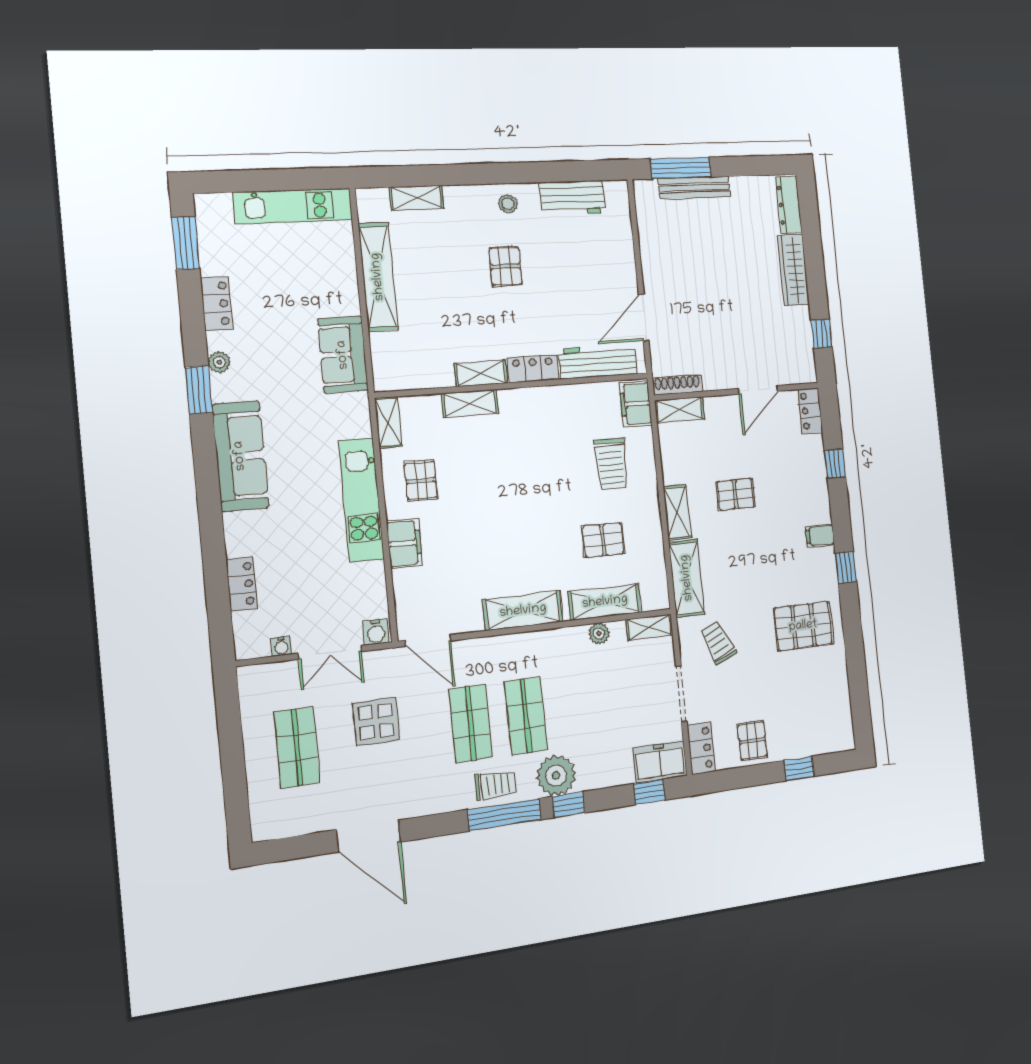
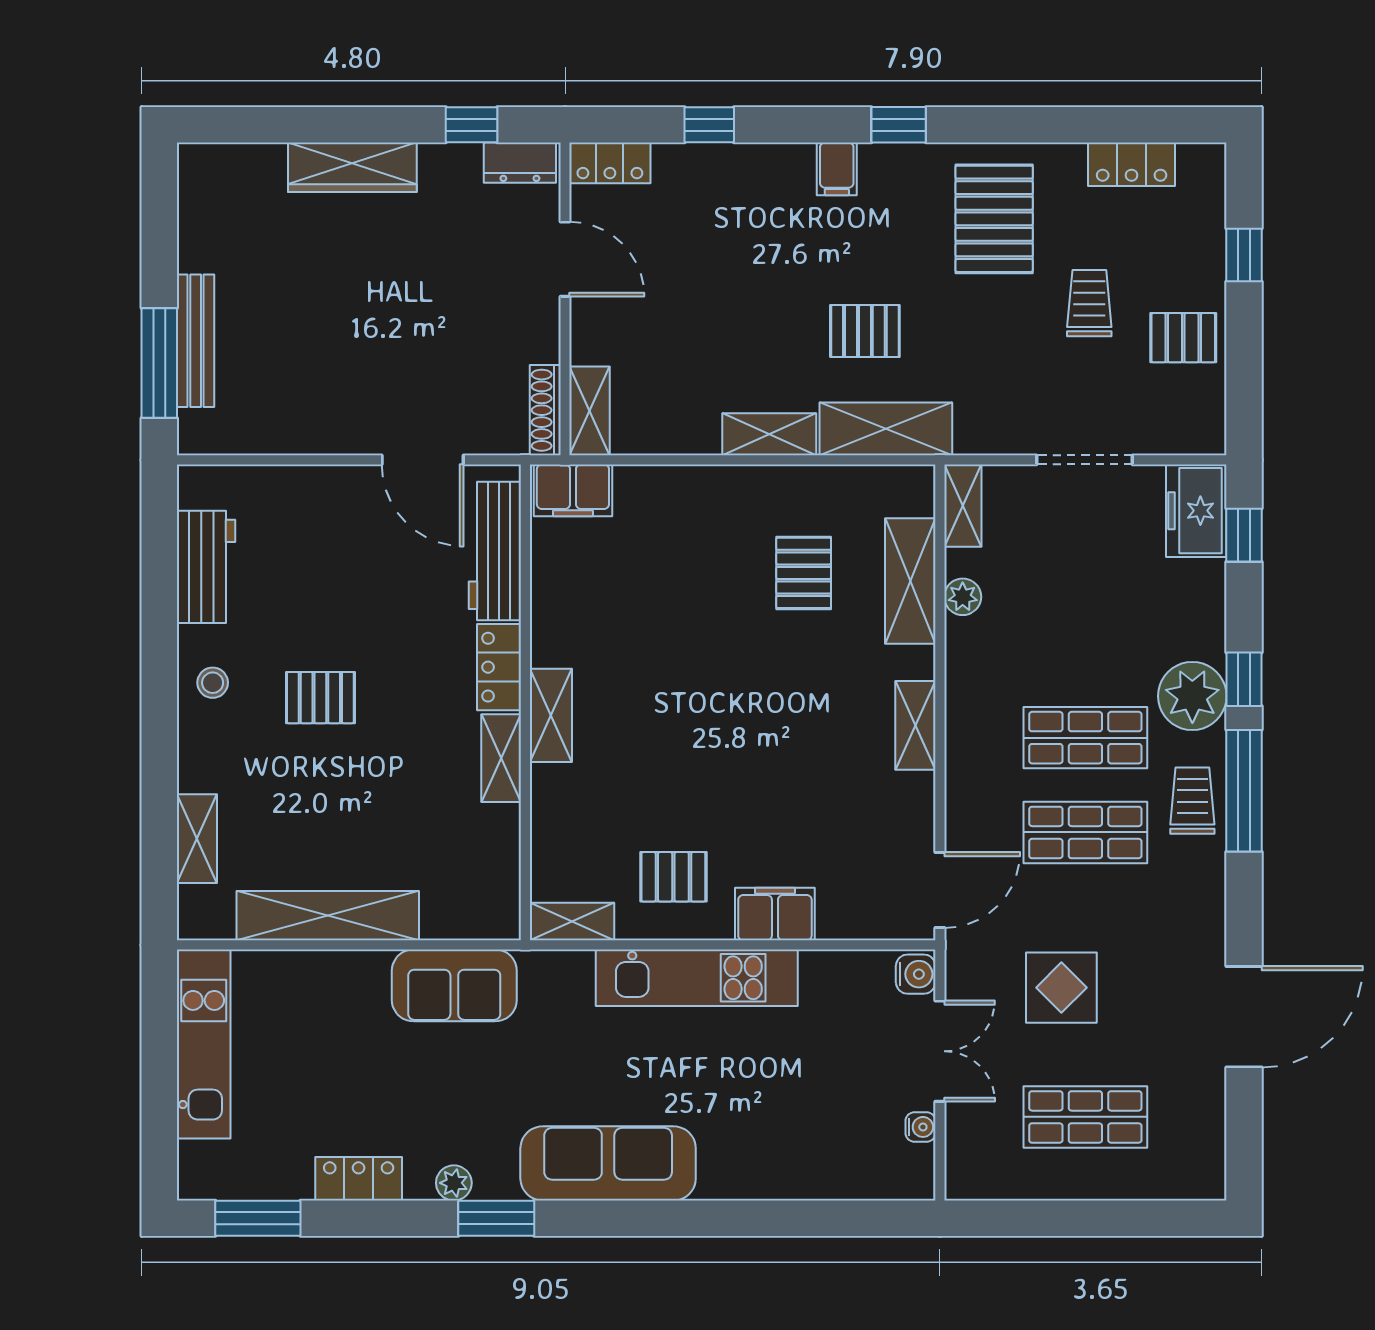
dresser: (789, 205) -> (520, 163), moved, width x0.70
shelving: (470, 403) -> (551, 715), moved
trolley: (611, 464) -> (674, 546), removed
pallet: (736, 494) -> (865, 331), moved, turned 90
locker: (242, 584) -> (814, 1179), removed
shelving: (523, 611) -> (915, 725), width x0.67, depth x0.75
trolley: (718, 642) -> (1089, 303), moved, turned 114
locker: (701, 748) -> (1132, 164), moved, turned 180

